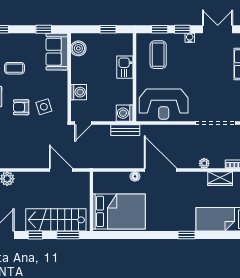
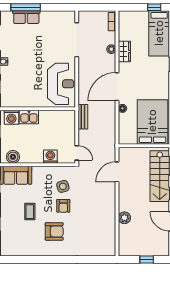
coffee table: (158, 55) -> (18, 89), removed
washing machine: (125, 113) -> (11, 117), moved
wardrobe: (220, 179) -> (124, 52), moved

